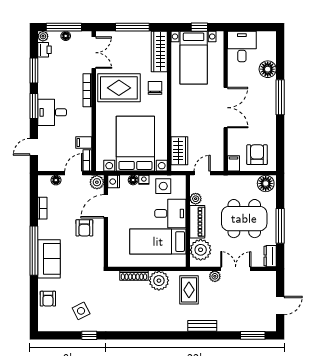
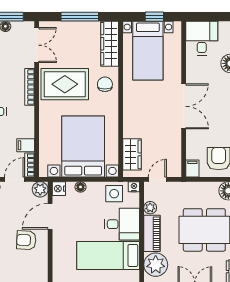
nightstand: (144, 180) -> (134, 187), moved
armchair: (84, 228) -> (26, 240), turned 93

